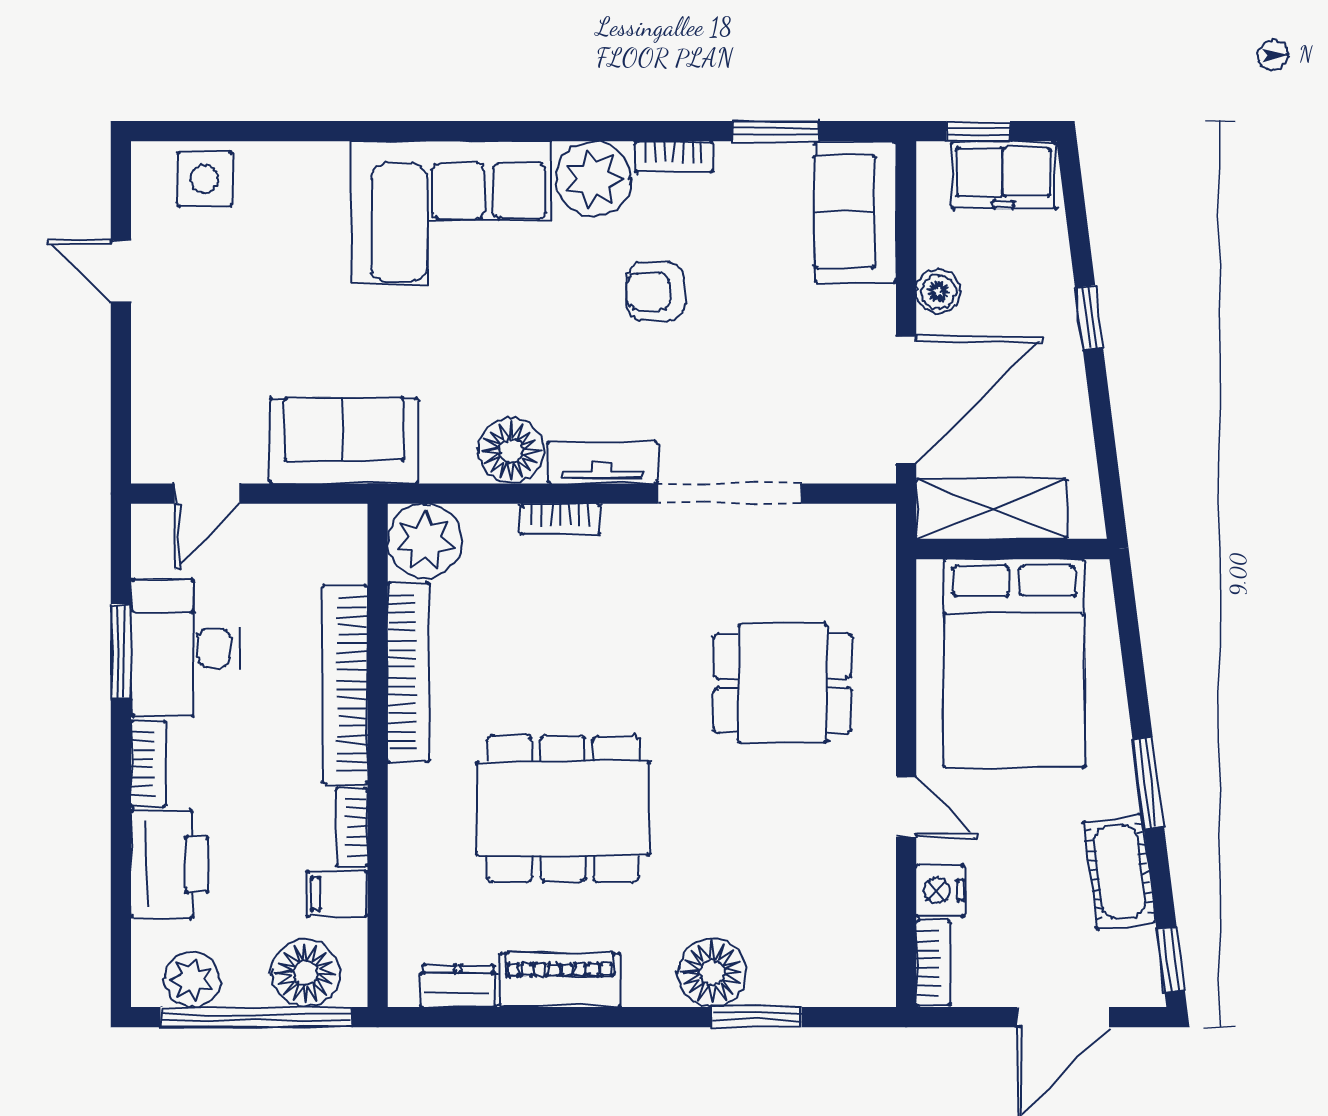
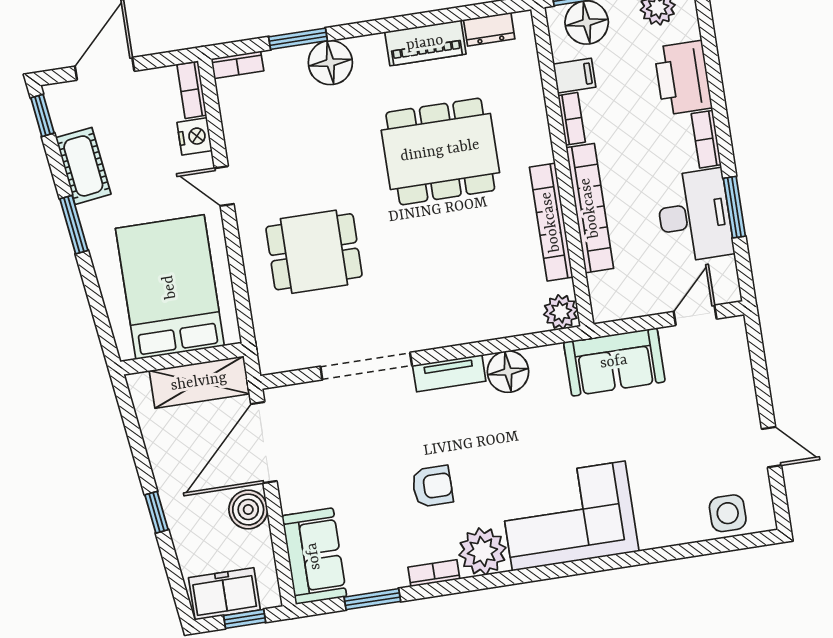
boiler: (938, 292) -> (248, 510), width x1.36, depth x1.36
bookcase: (560, 519) -> (237, 65), moved, turned 180
plant: (425, 541) -> (561, 312), width x0.73, depth x0.73

